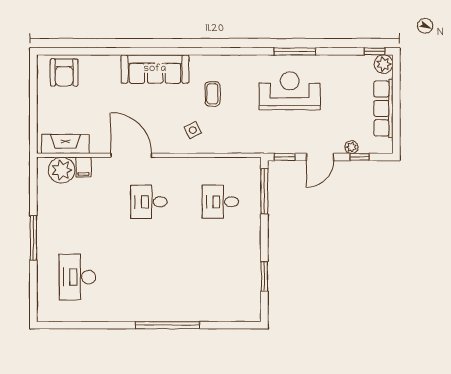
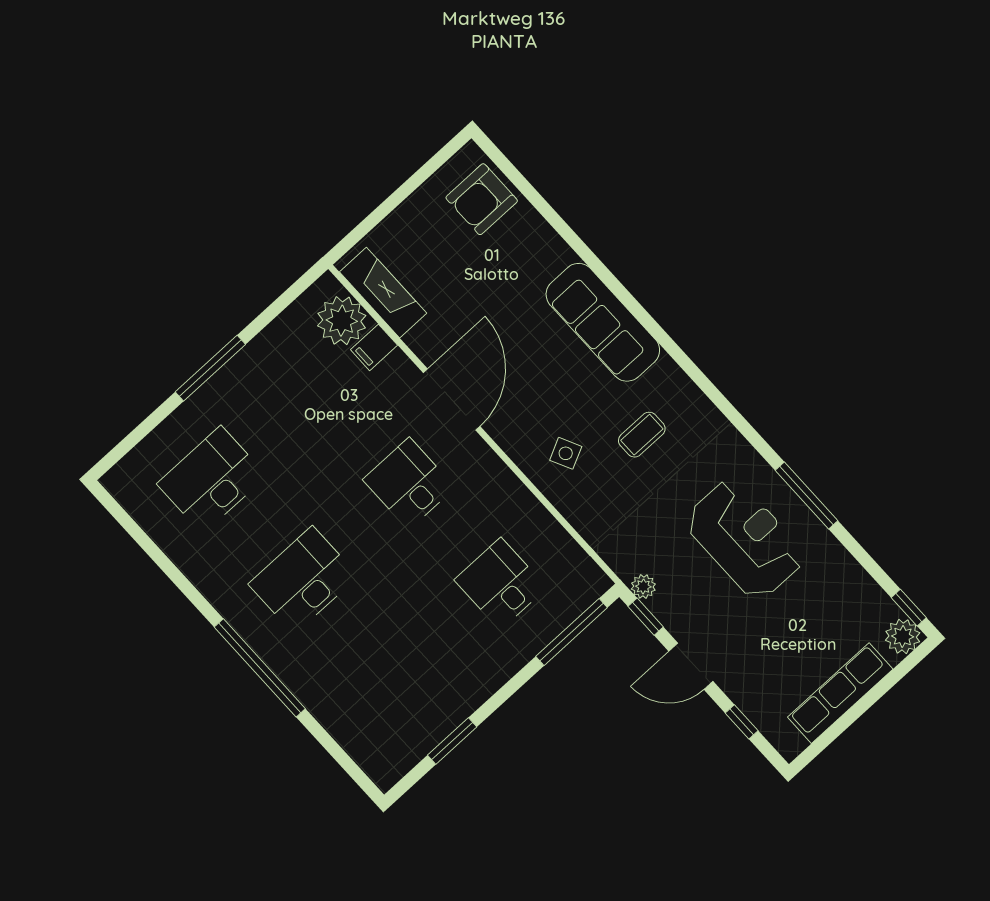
plant: (351, 147) -> (643, 587), moved
desk: (149, 277) -> (303, 580), added

